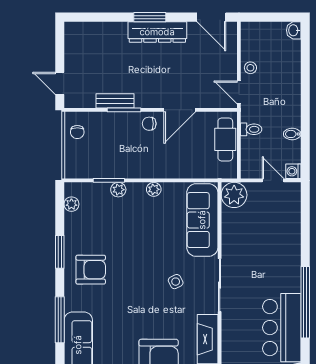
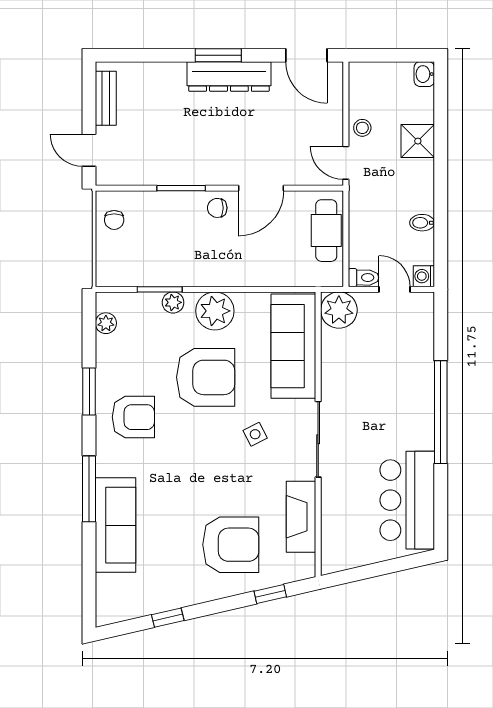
shower: (289, 77) -> (418, 141), added
bench: (115, 101) -> (106, 98), moved, turned 90
toilet: (251, 129) -> (363, 278), moved
plant: (154, 189) -> (215, 311), width x1.88, depth x1.88
armchair: (141, 242) -> (206, 377), added
window: (305, 302) -> (441, 412), moved

